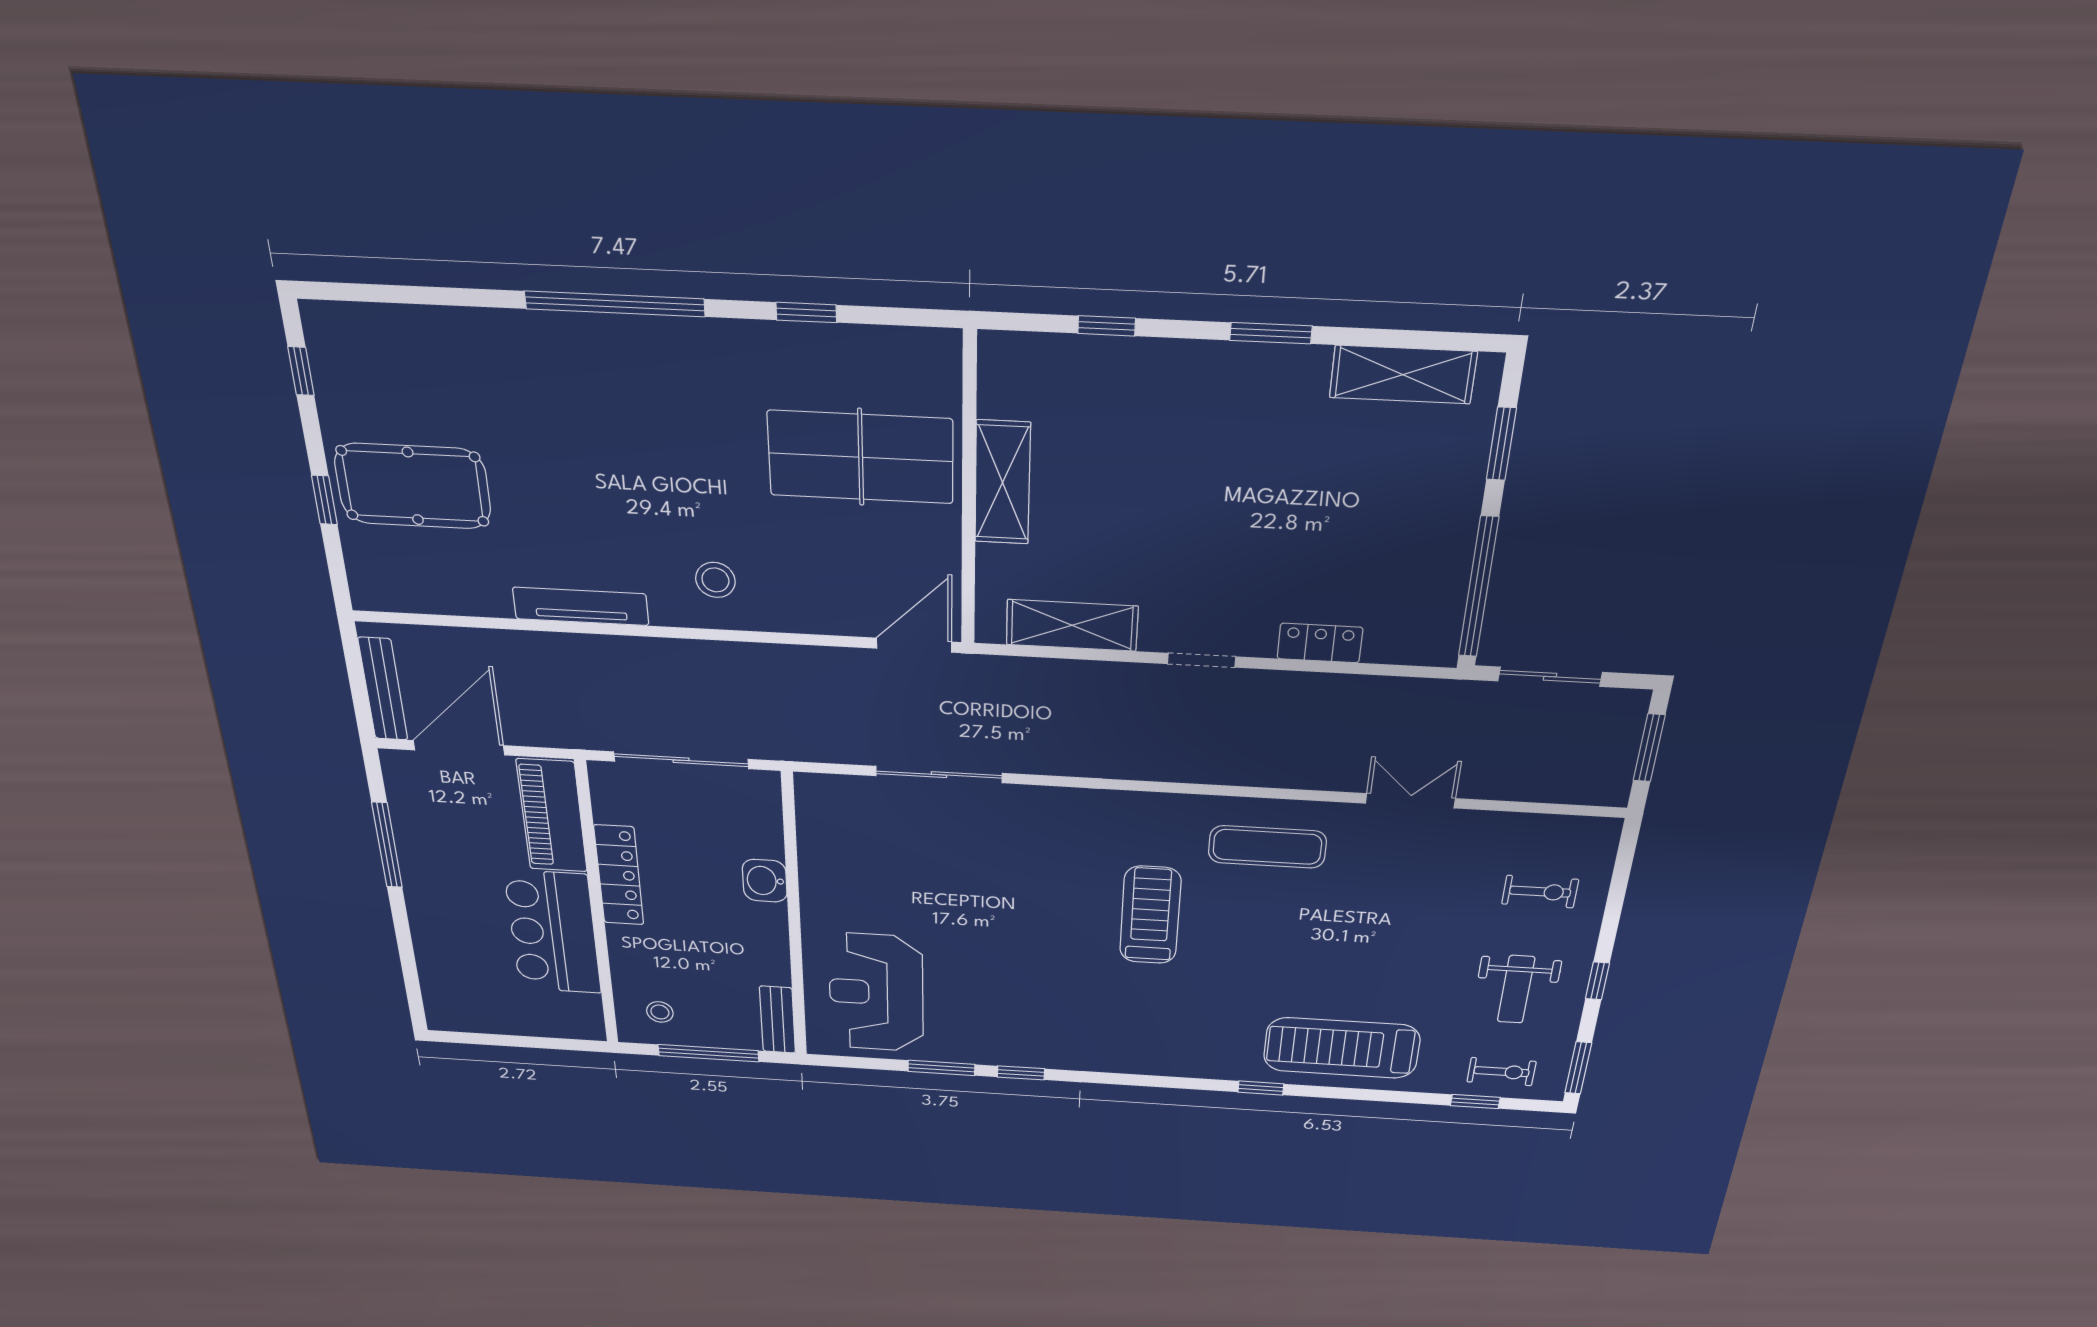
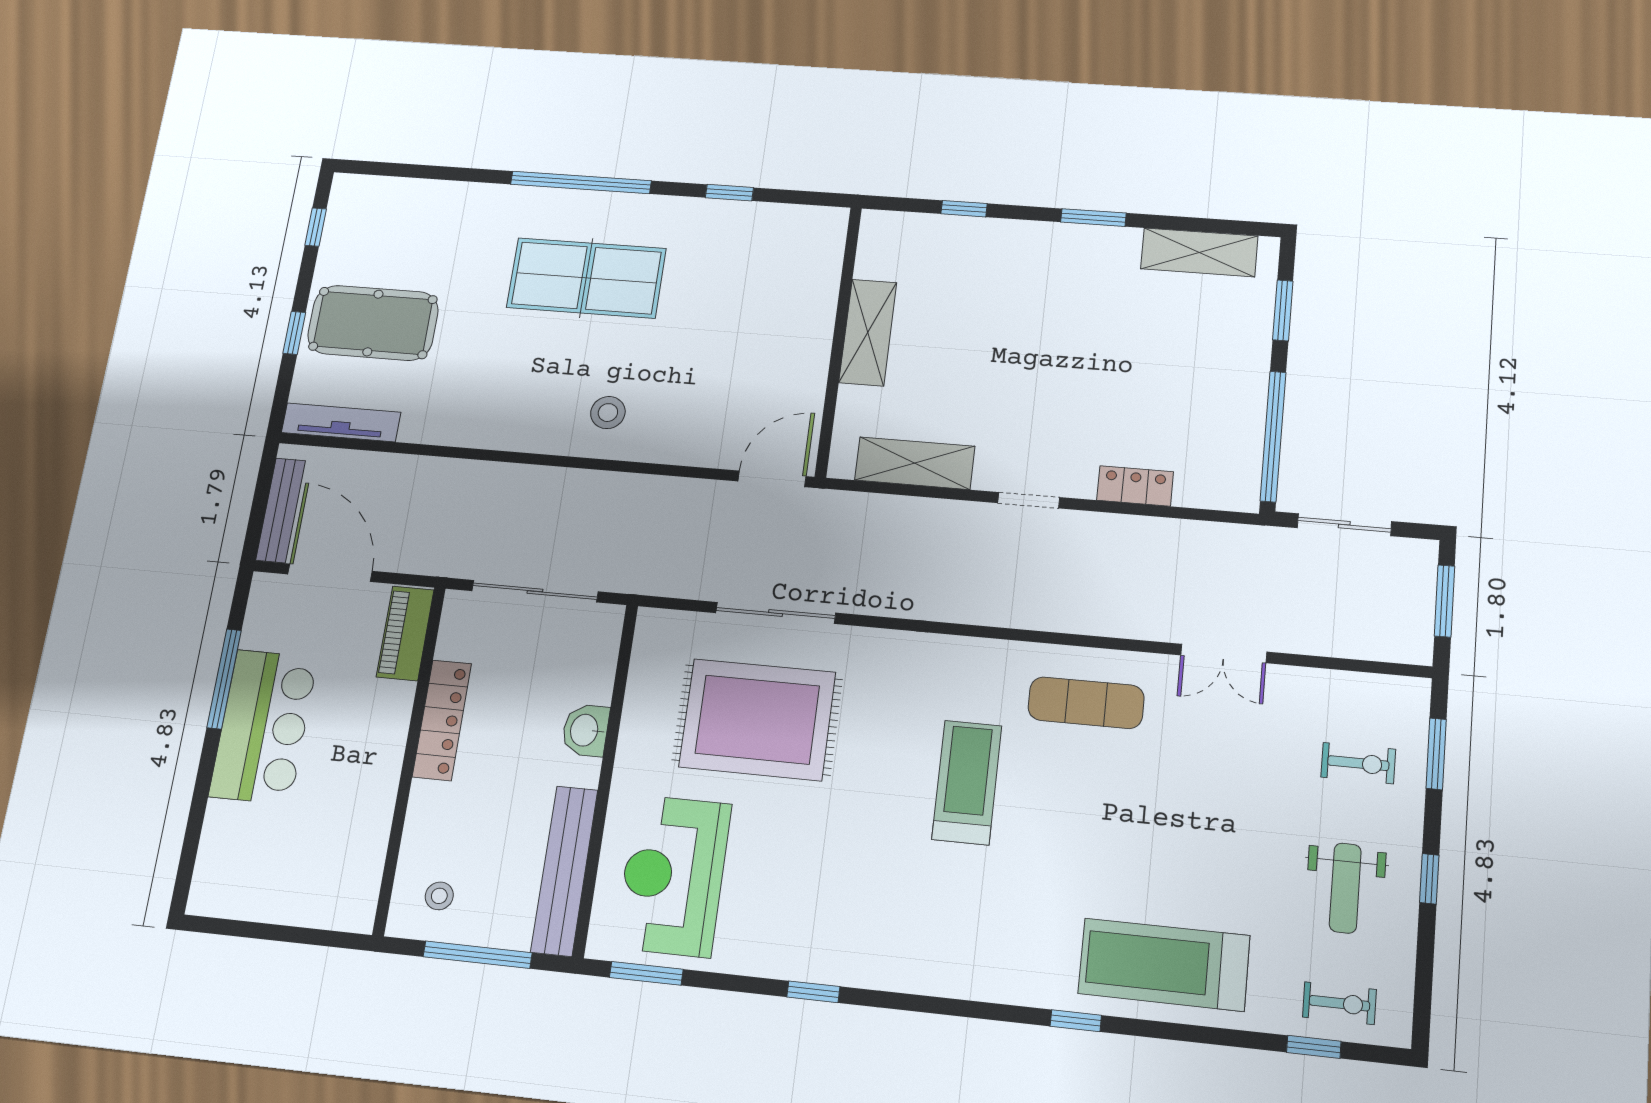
table tennis table: (861, 457) -> (586, 278), moved
tv unit: (581, 606) -> (341, 422), moved
door: (459, 748) -> (330, 573), hinge flipped
double door: (1410, 801) -> (1224, 653), swing flipped
piano: (552, 816) -> (405, 633), width x0.73, depth x0.75
rug: (935, 868) -> (757, 720), added
bar counter: (553, 932) -> (264, 727), moved, turned 180
bench: (778, 1020) -> (564, 871), width x1.86, depth x1.21
window: (941, 1068) -> (646, 973), moved
window: (1578, 1068) -> (1436, 754), moved

